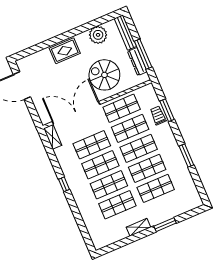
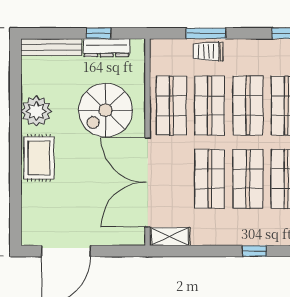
plant: (98, 35) -> (36, 111), moved
window: (143, 54) -> (98, 33), width x0.46

